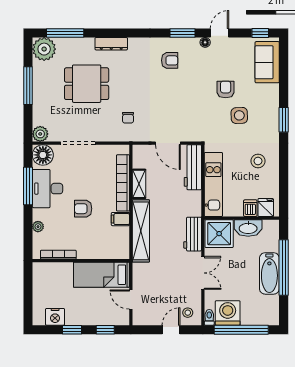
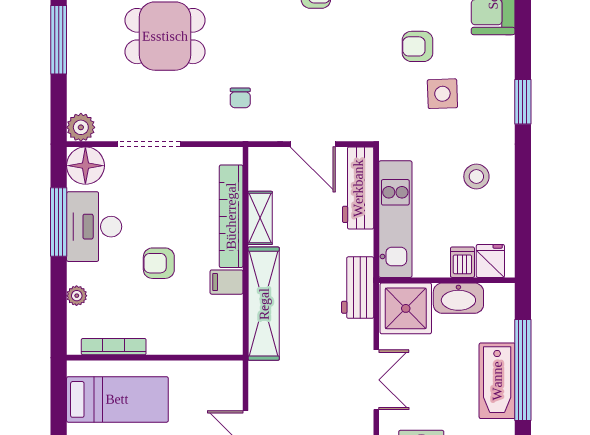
armchair: (226, 89) -> (418, 46), turned -90
workbench: (193, 234) -> (358, 288), moved
bed: (101, 275) -> (117, 399), moved, turned 180

